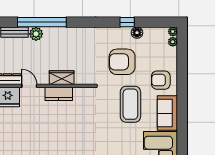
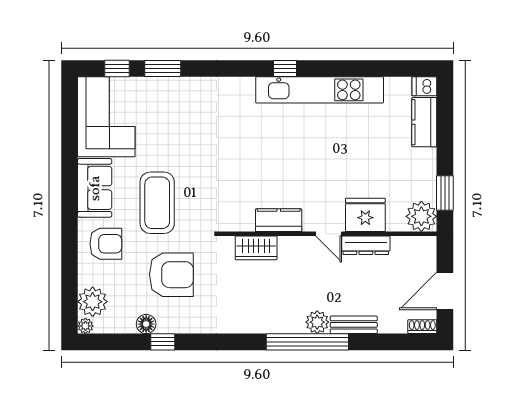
plant: (173, 42) -> (93, 302), width x1.88, depth x1.88
wardrobe: (62, 78) -> (256, 248), moved

